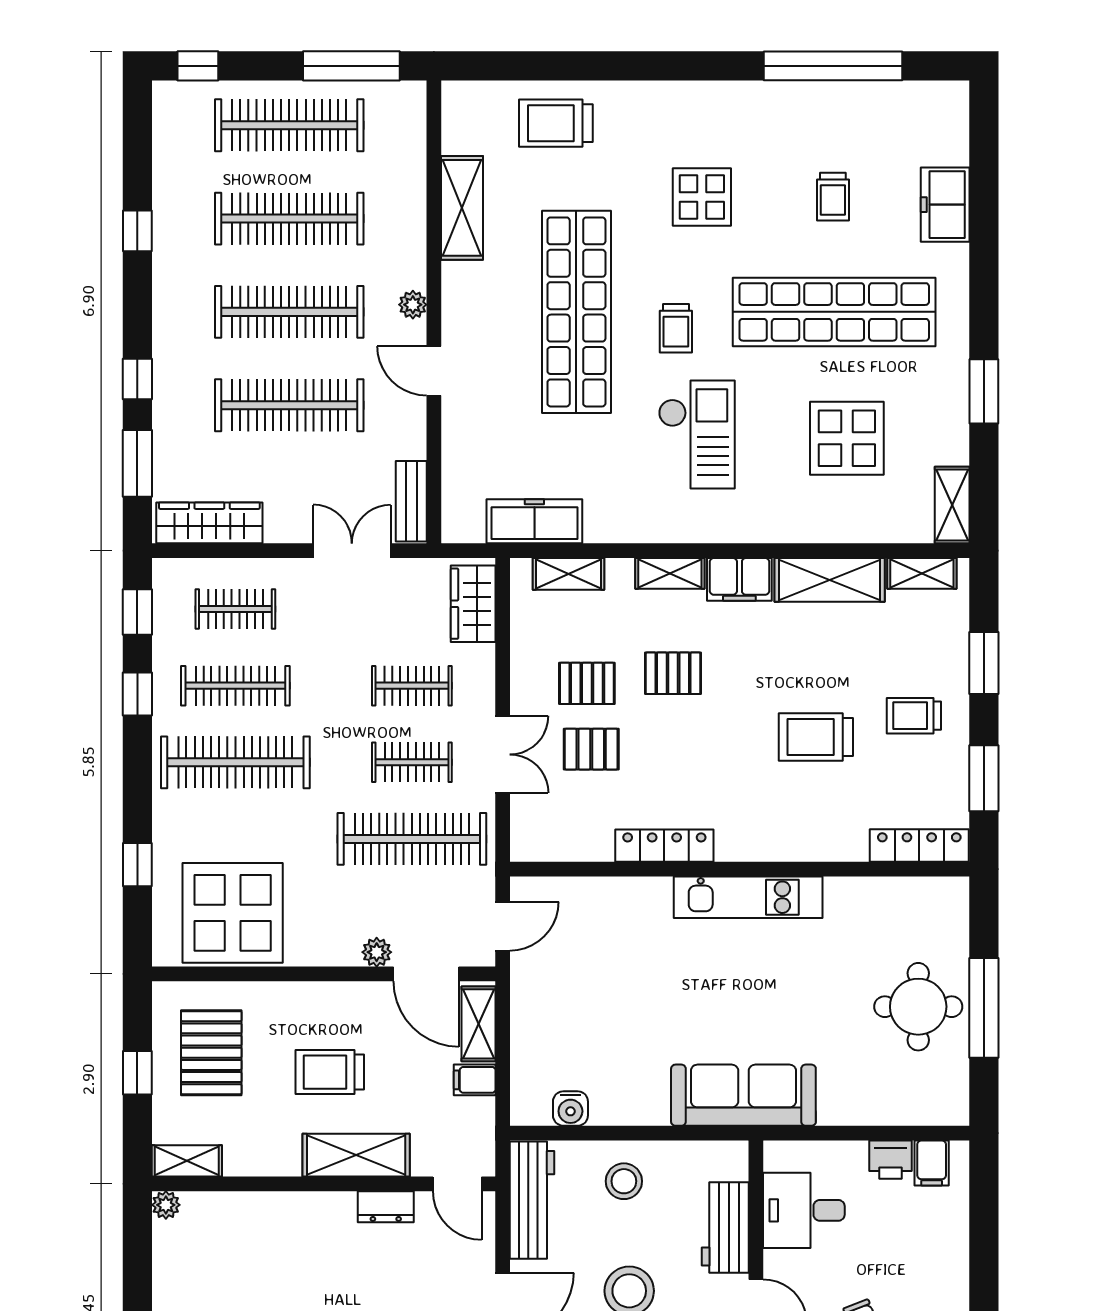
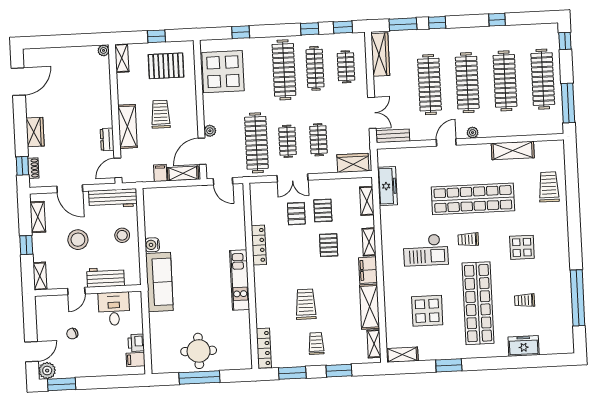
water cooler: (570, 1109) -> (152, 245), moved

